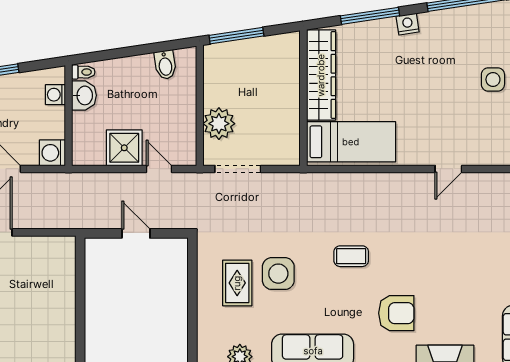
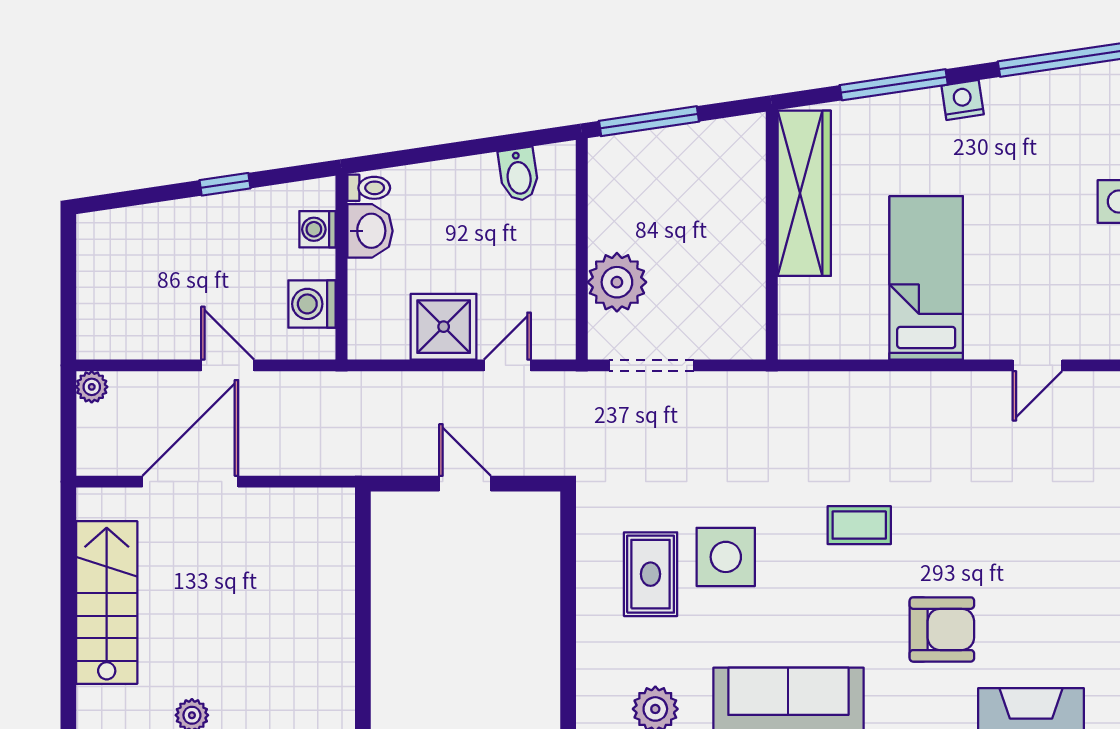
bed: (351, 142) -> (926, 278), moved, turned -90
washing machine: (52, 153) -> (312, 304), moved
door: (159, 169) -> (507, 365), hinge flipped

